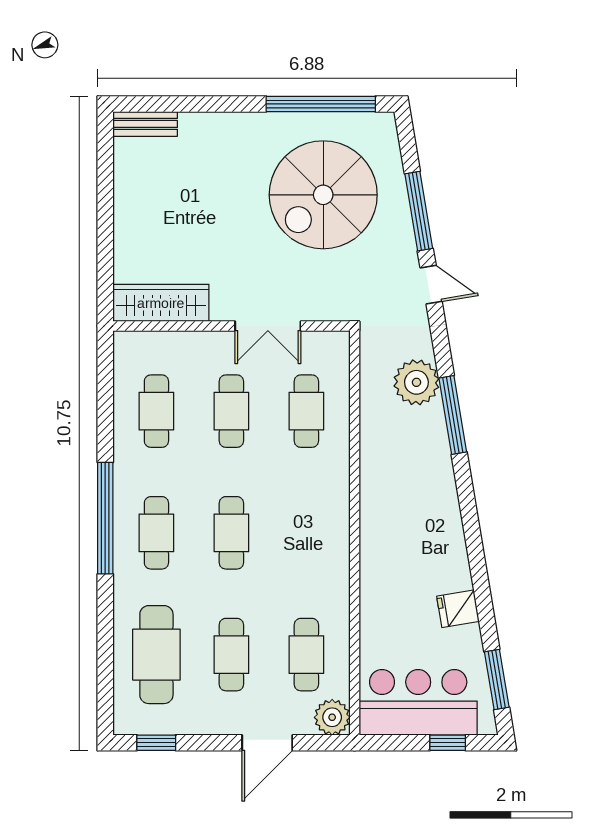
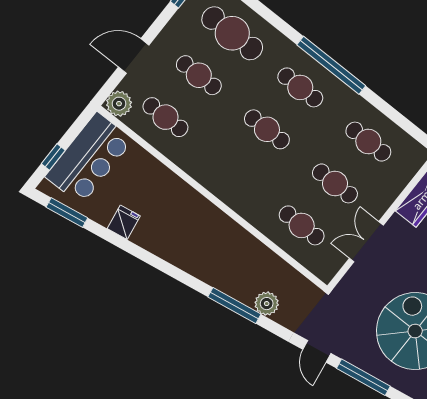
door: (431, 285) -> (317, 351), hinge flipped
plant: (416, 382) -> (267, 304), width x0.73, depth x0.73
door: (267, 743) -> (134, 56), hinge flipped

